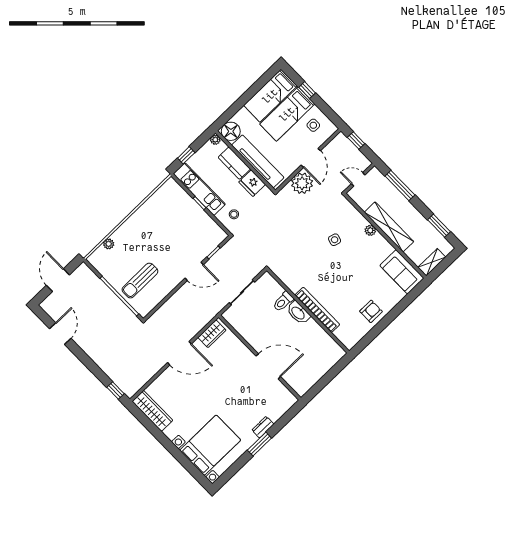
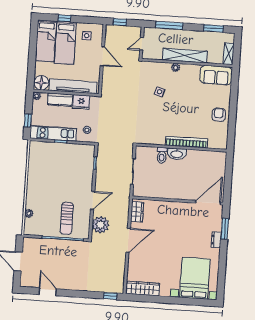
plant: (302, 183) -> (101, 225), moved
door: (194, 271) -> (93, 200), moved
door: (268, 366) -> (208, 203), moved
window: (259, 444) -> (225, 229), moved

